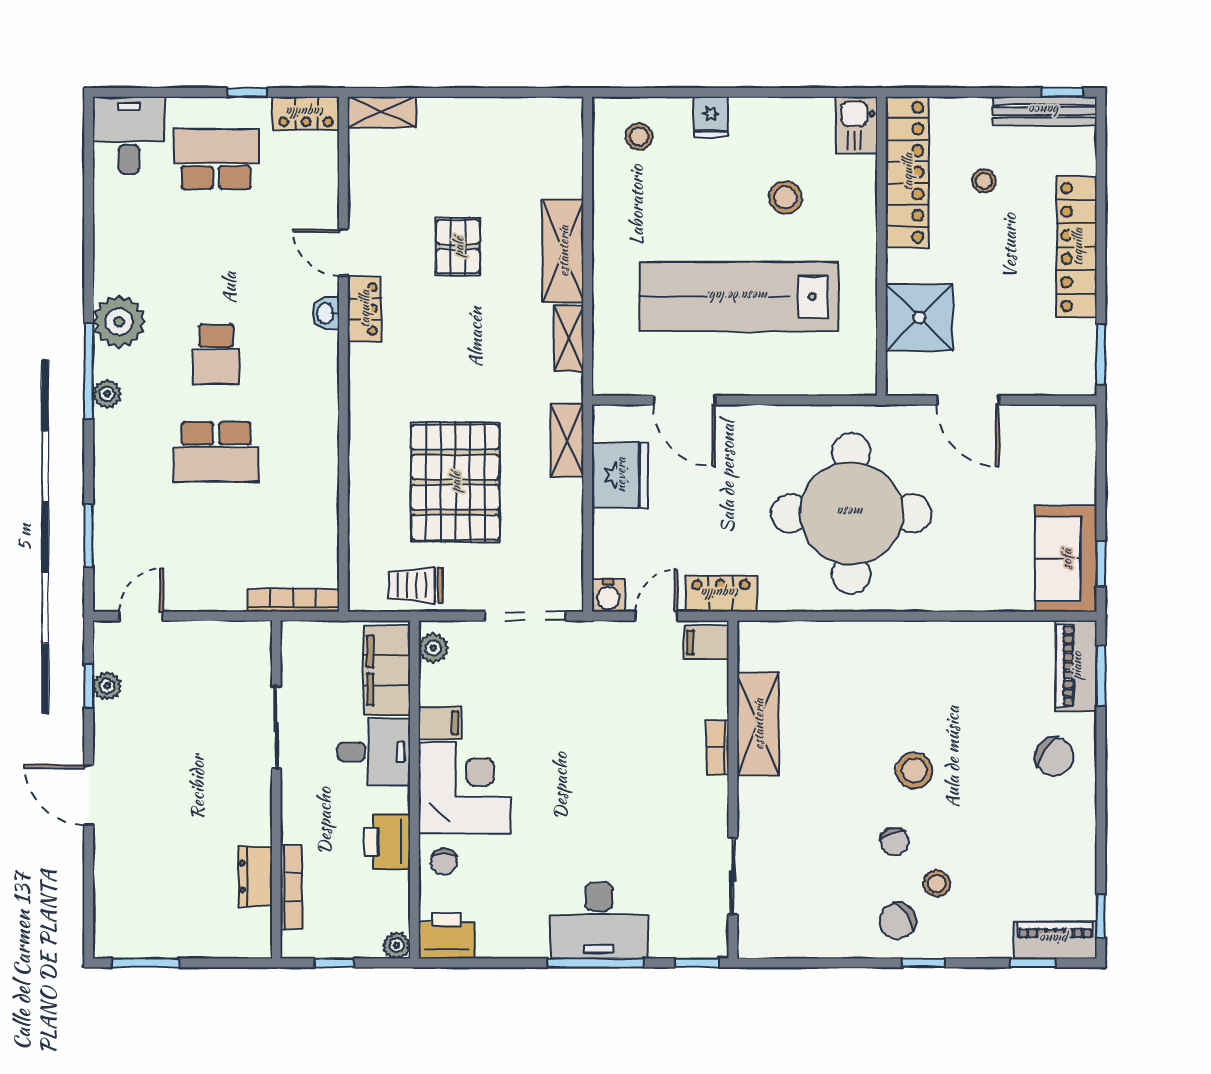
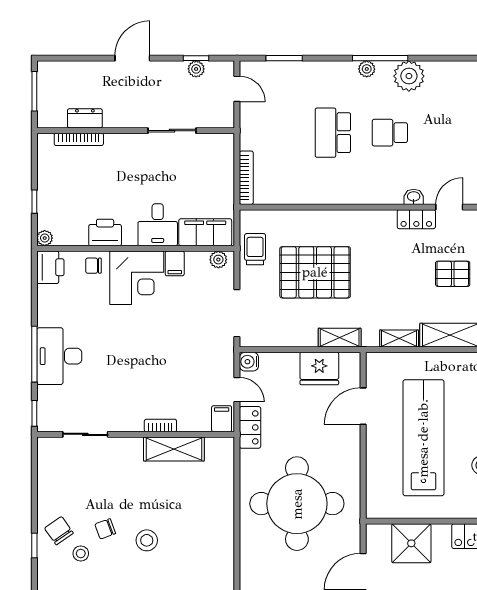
sliding door: (276, 727) -> (172, 131), moved
wall: (276, 790) -> (136, 131), moved
dresser: (255, 876) -> (85, 118), moved
bookcase: (291, 887) -> (79, 139), moved

